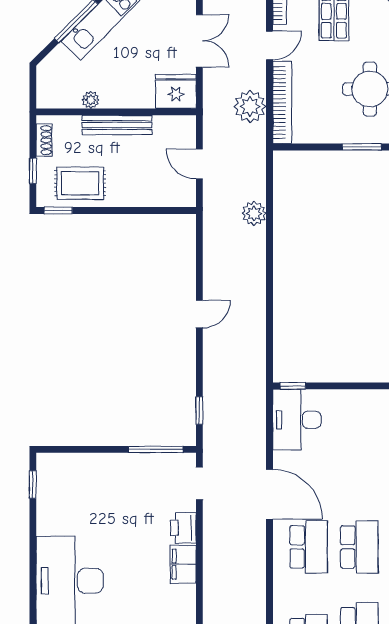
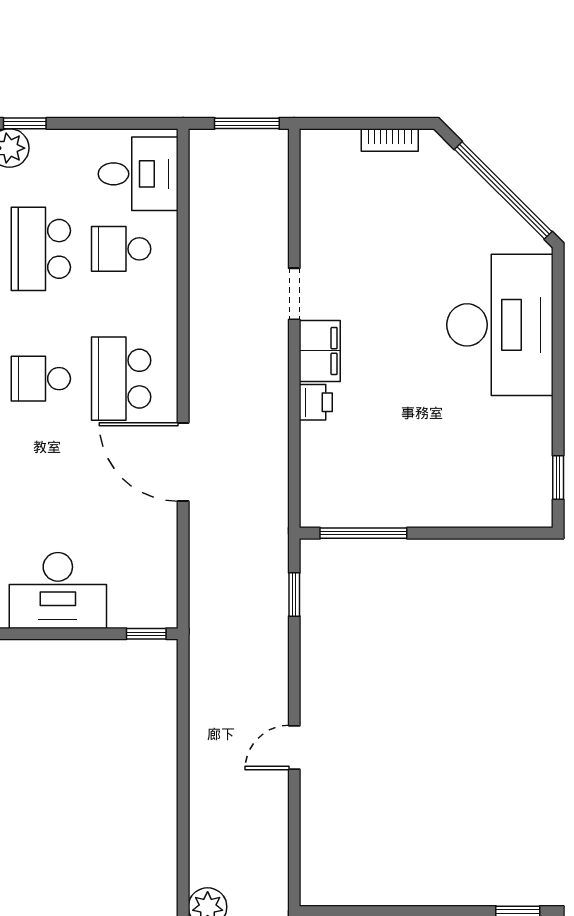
desk: (297, 420) -> (58, 590), moved, turned 90
doorway: (199, 483) -> (294, 294), moved
printer: (183, 528) -> (316, 402), width x0.73, depth x0.81
school desk: (359, 547) -> (41, 379), width x0.54

